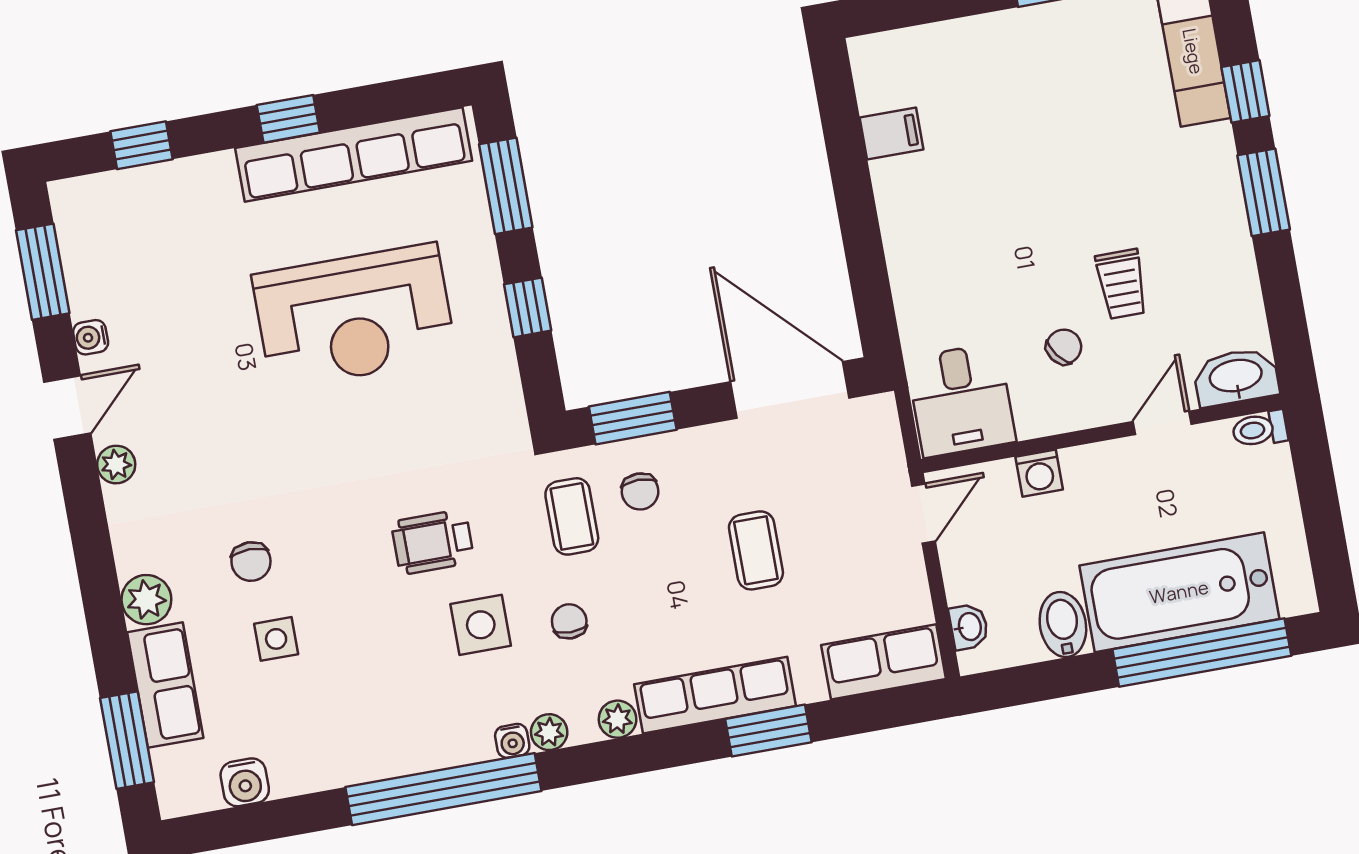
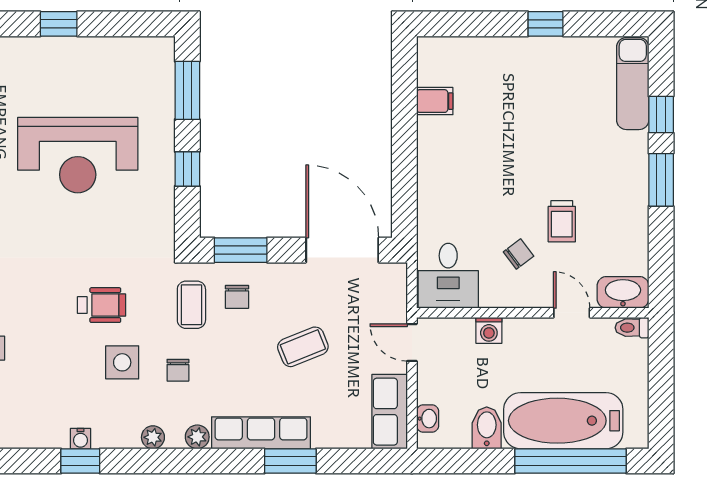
row of seats: (354, 154) -> (96, 54), removed
door: (1162, 423) -> (572, 313), hinge flipped
door: (923, 513) -> (412, 343), swing flipped
wheelchair: (433, 542) -> (101, 305), turned 180
coffee table: (756, 550) -> (303, 347), turned 68
chair: (569, 621) -> (178, 370), turned 180
row of seats: (884, 662) -> (390, 412), moved, turned -90
water cooler: (512, 741) -> (81, 439), moved
window: (443, 789) -> (80, 461), width x0.32

